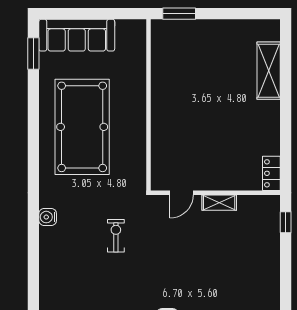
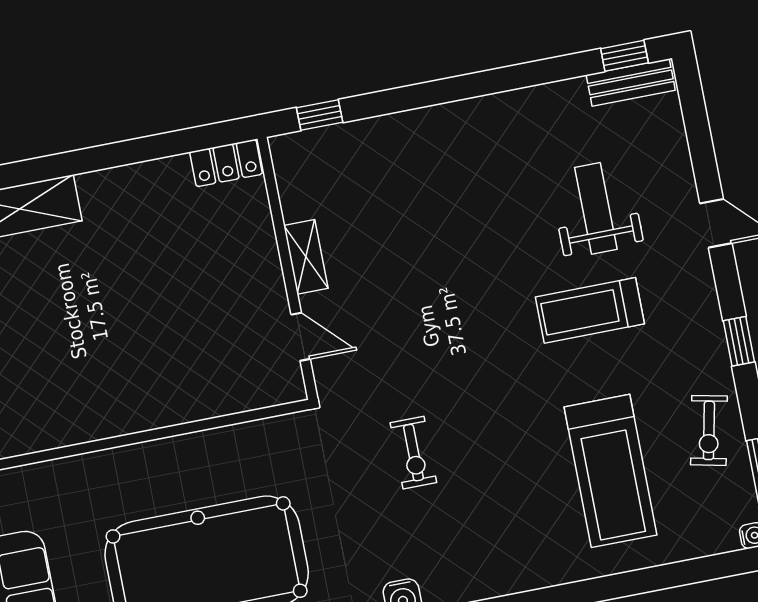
exercise bike: (116, 236) -> (413, 453), turned -90

